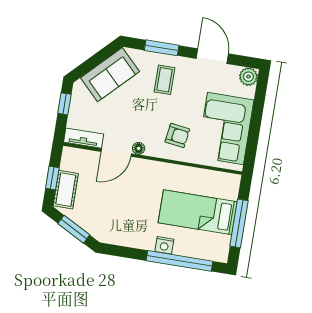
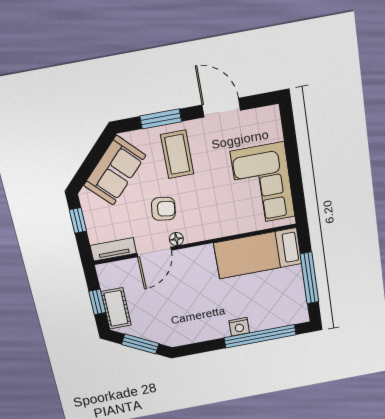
plant: (248, 77) -> (270, 117), removed
coffee table: (165, 80) -> (177, 154), width x1.36, depth x1.30
armchair: (177, 135) -> (163, 209), moved
bed: (198, 212) -> (258, 253), moved

